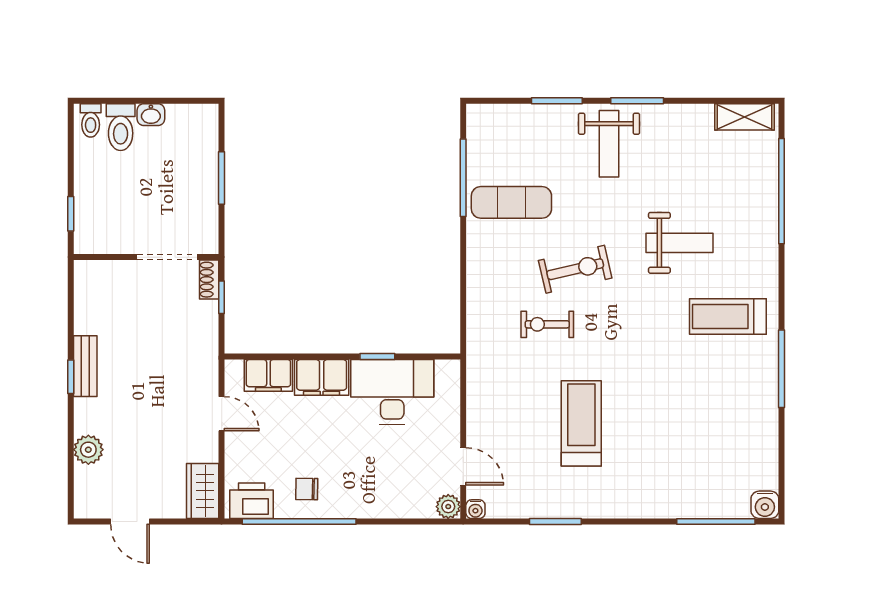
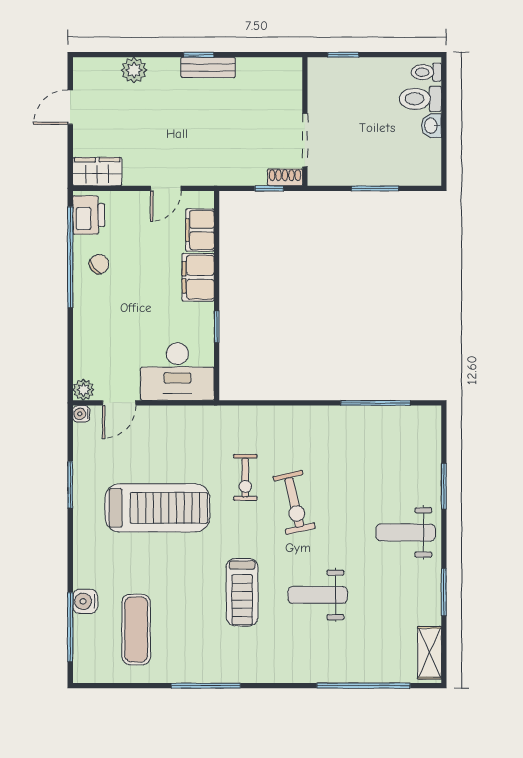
window: (637, 101) -> (444, 592), moved
exercise mat: (511, 202) -> (136, 630), moved
weight bench: (679, 243) -> (318, 595), turned 90
treadmill: (728, 316) -> (242, 592), moved, turned 180
exercise bike: (547, 324) -> (245, 478), turned 180
desk: (392, 392) -> (177, 372), moved, turned 90
treadmill: (581, 423) -> (157, 508), width x1.37, depth x1.38
chair: (307, 489) -> (99, 264), turned 50
water cooler: (765, 505) -> (85, 601), moved

